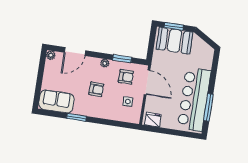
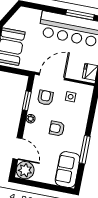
plant: (51, 55) -> (25, 170), width x1.88, depth x1.88
armchair: (96, 89) -> (57, 128), turned -92
window: (77, 117) -> (85, 150), width x1.44

